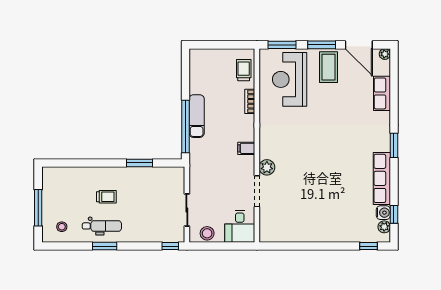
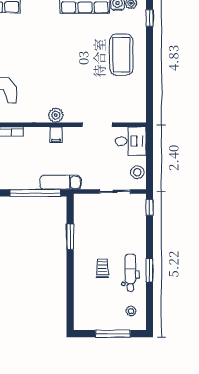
exam couch: (197, 116) -> (60, 182), moved
plant: (267, 167) -> (56, 115), moved
coffee table: (330, 217) -> (121, 55), added

